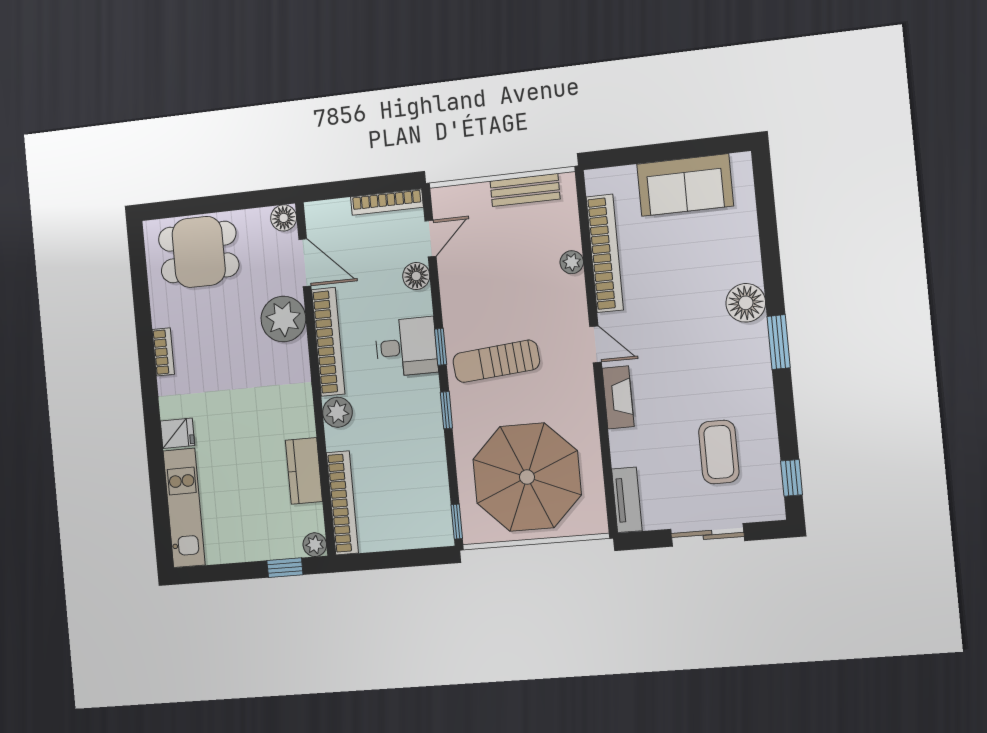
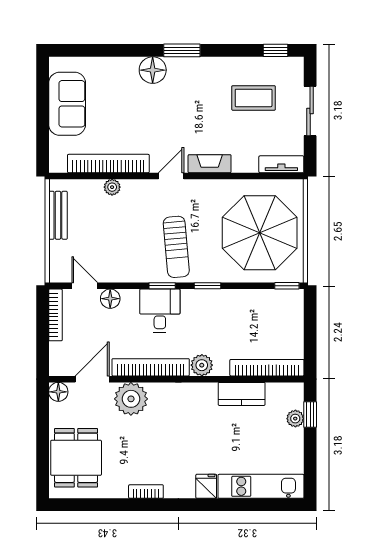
plant: (315, 545) -> (295, 419), moved

